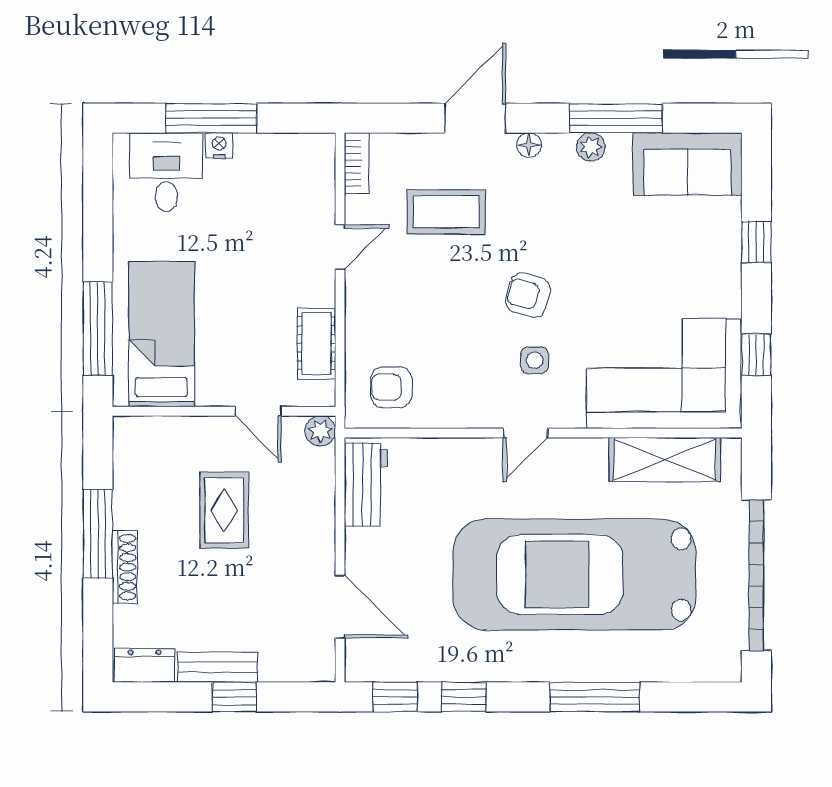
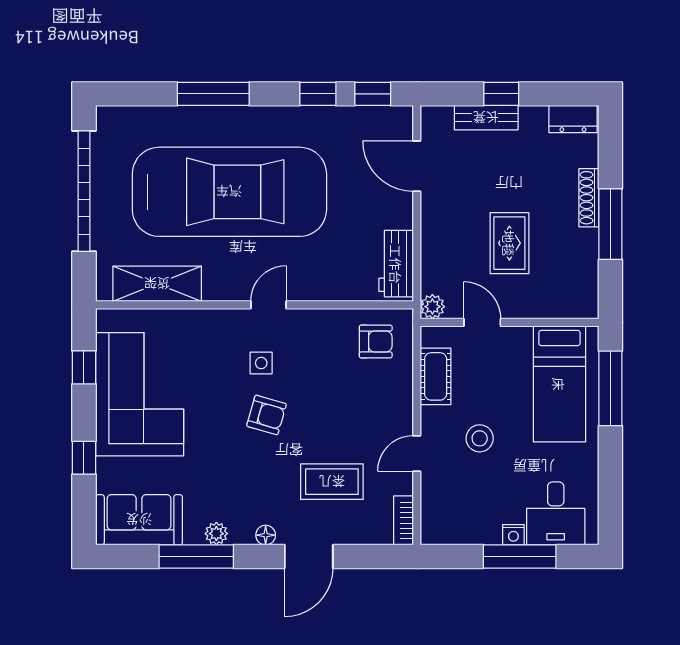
stool: (261, 266) -> (480, 438), added
corner sofa: (664, 374) -> (140, 394), moved, turned -90
bench: (218, 667) -> (486, 118), moved

